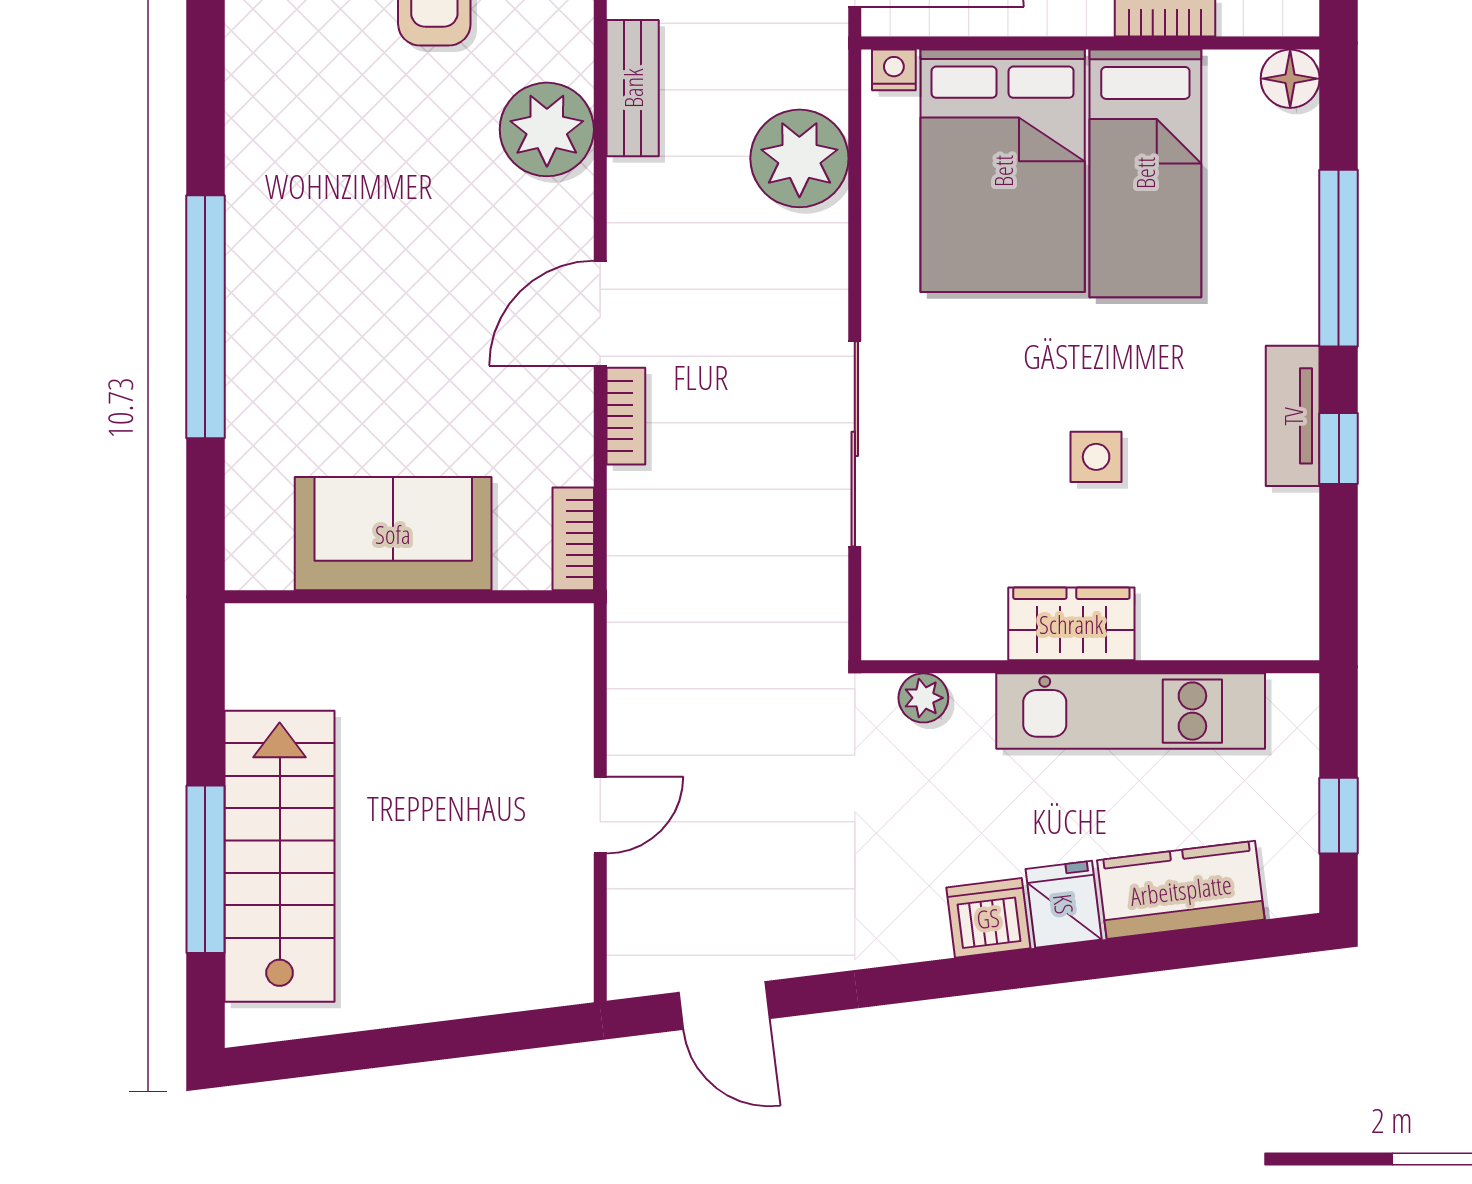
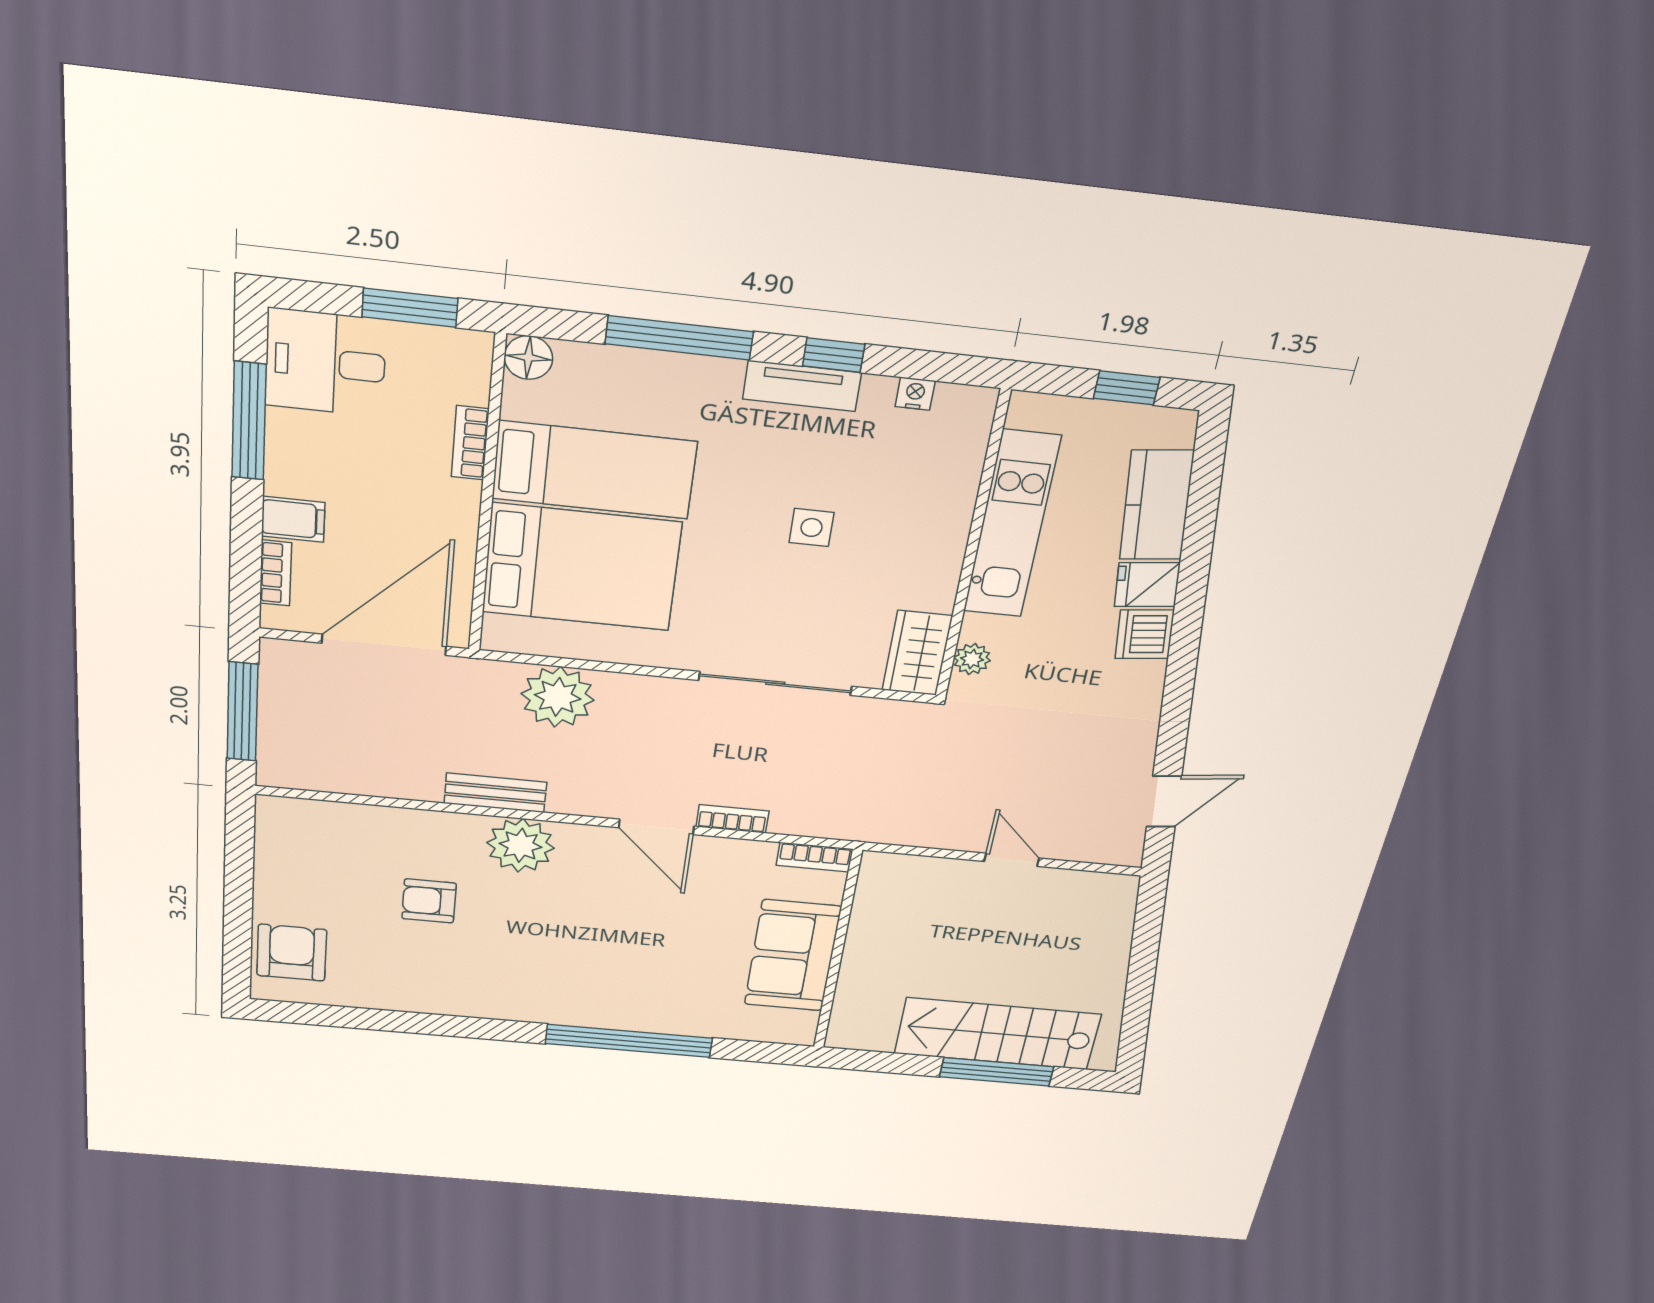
nightstand: (894, 70) -> (915, 394), moved, turned 90
wardrobe: (1071, 624) -> (917, 653), moved

